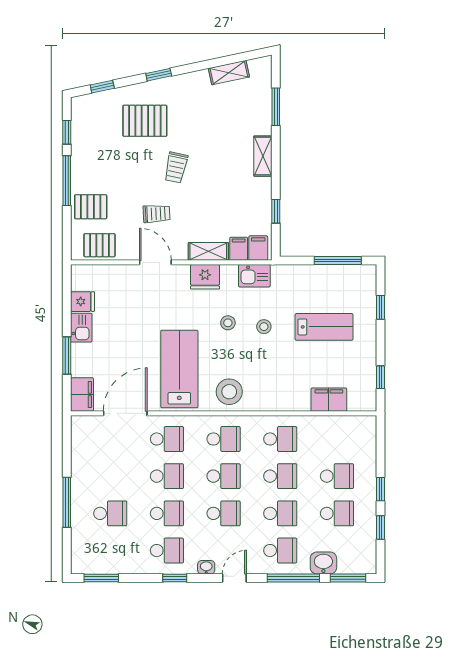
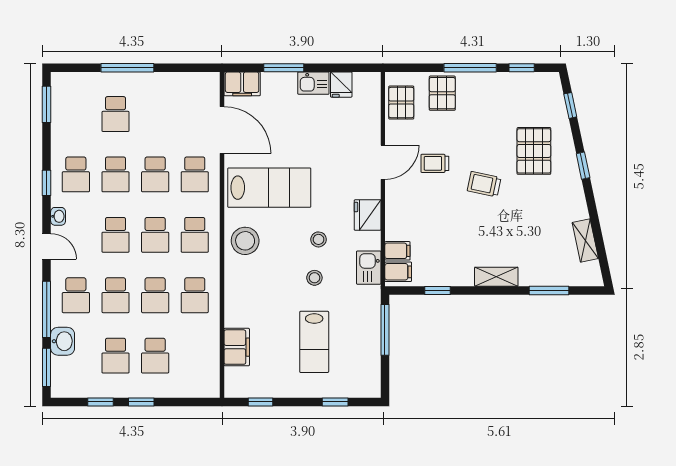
trolley: (157, 214) -> (435, 163), turned 93
shelving: (208, 251) -> (395, 218), removed
window: (338, 260) -> (385, 330), moved

